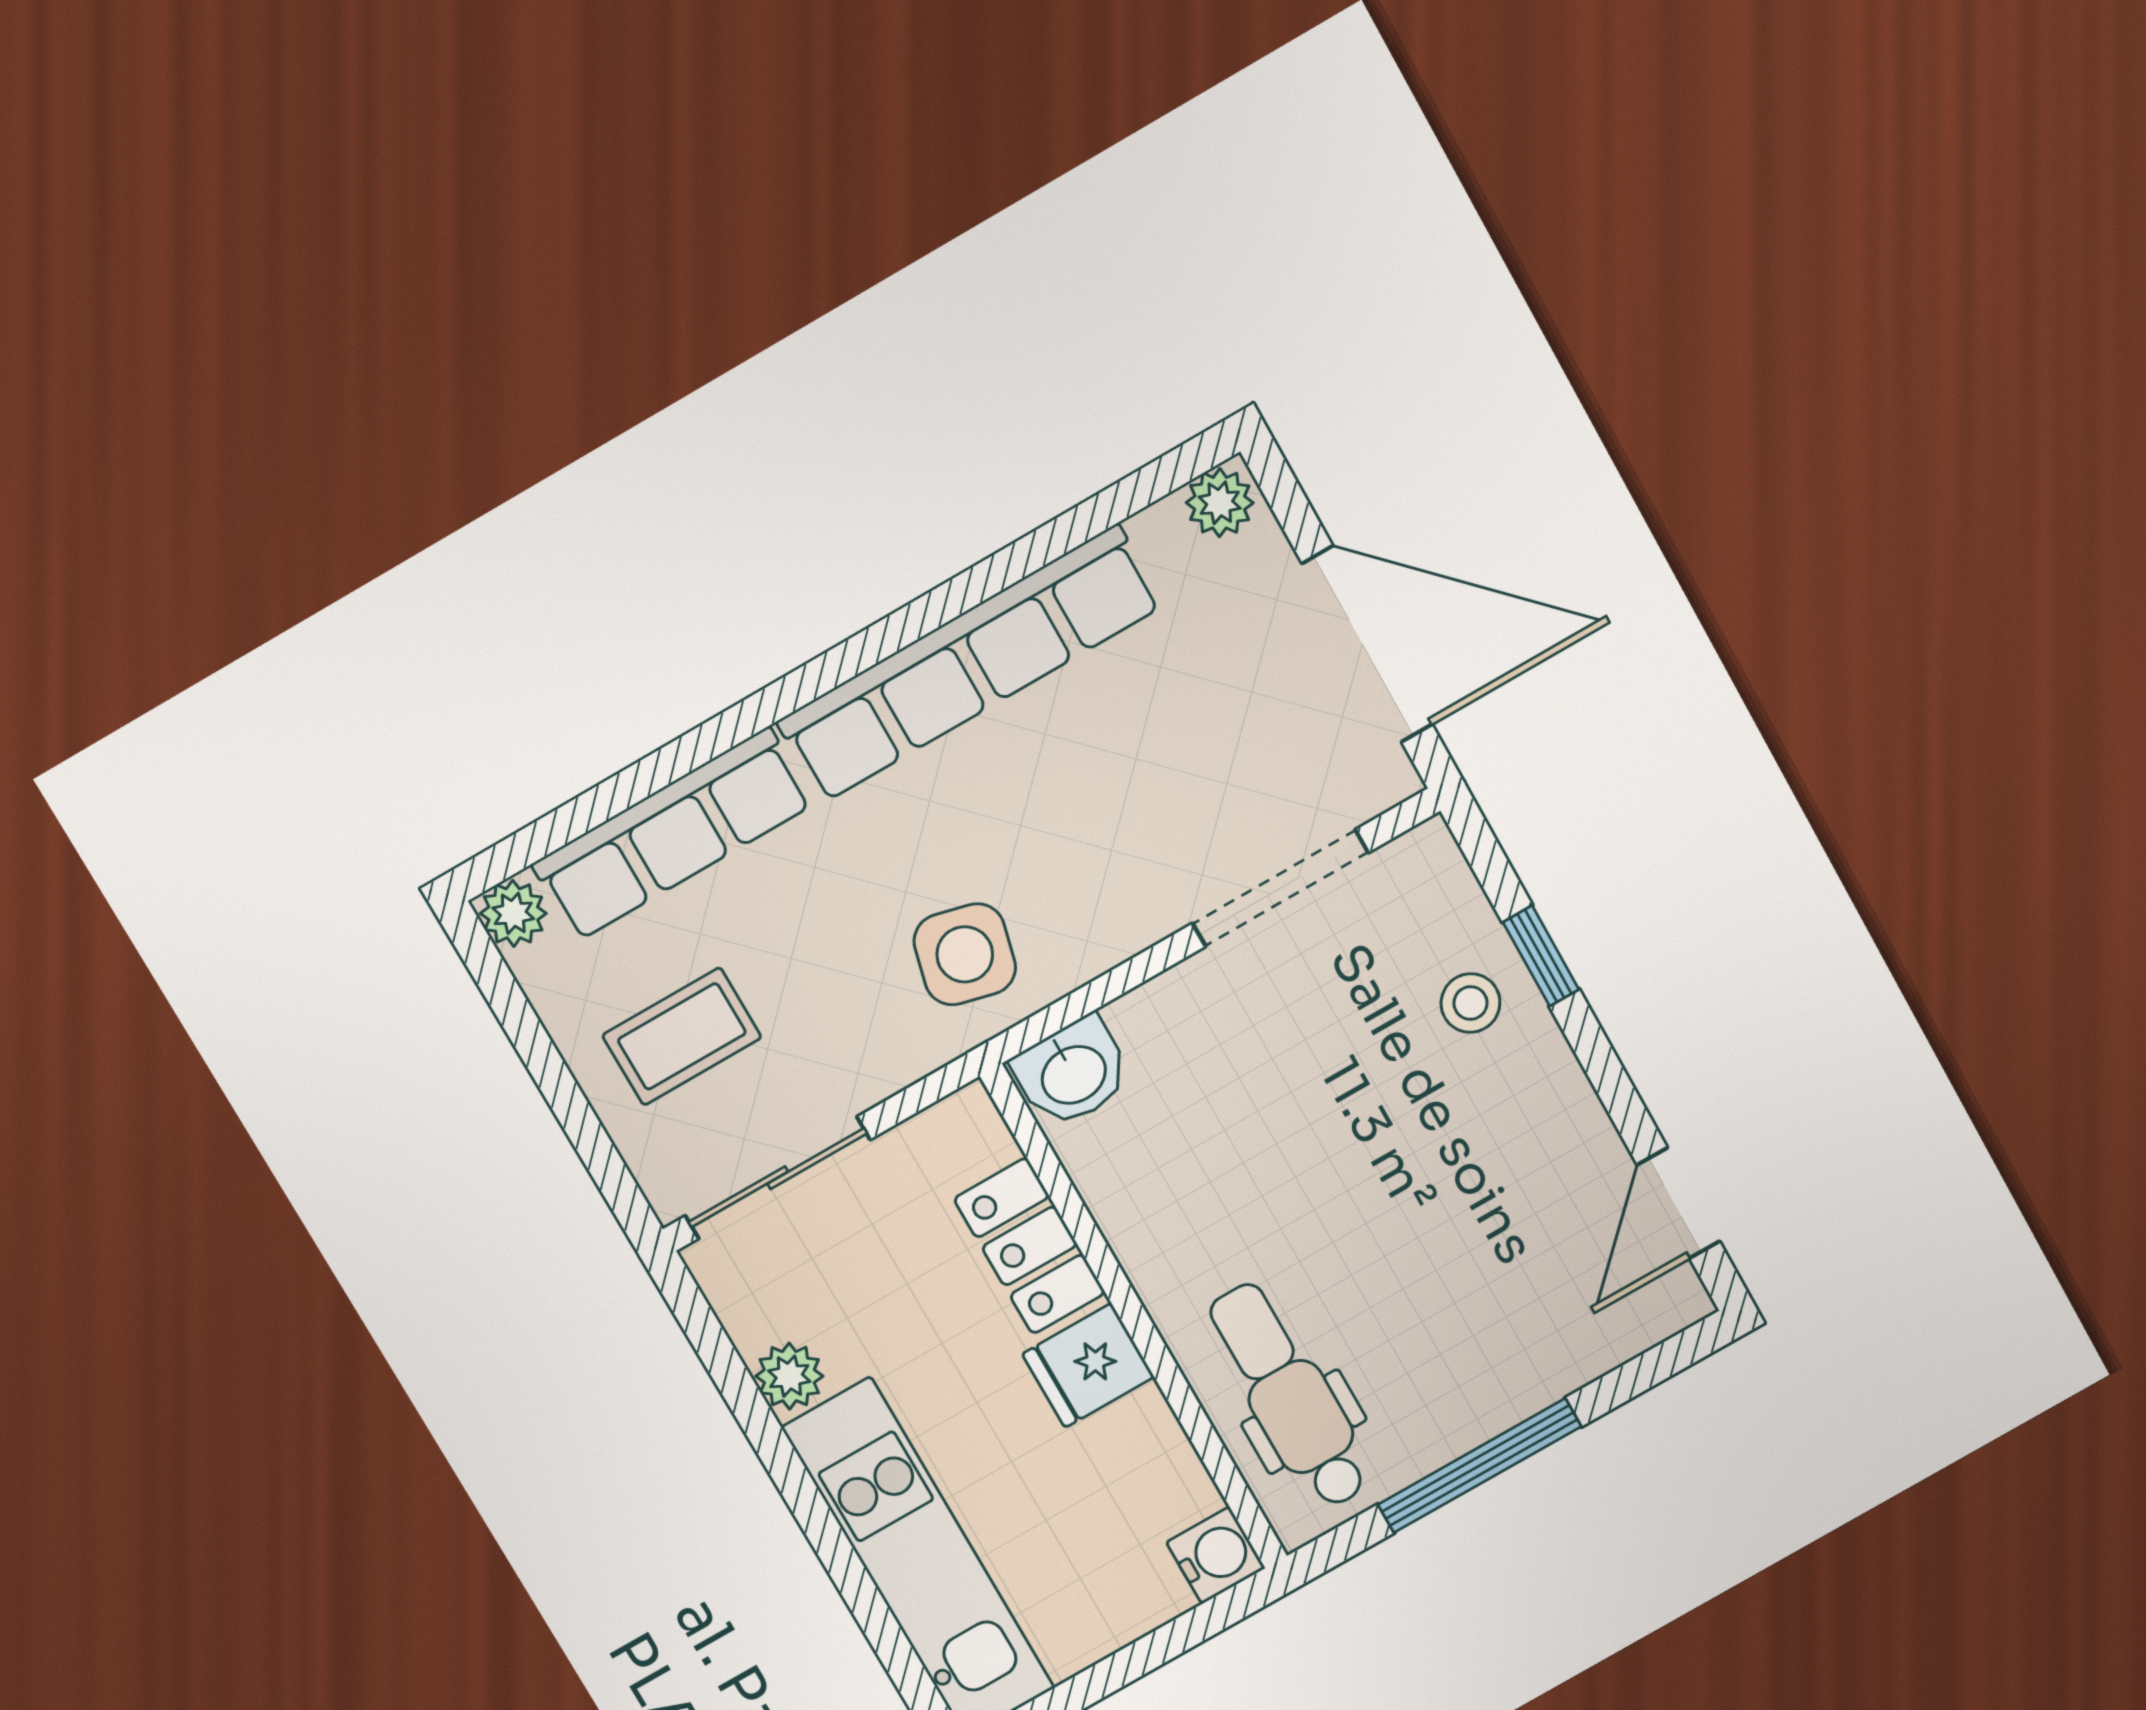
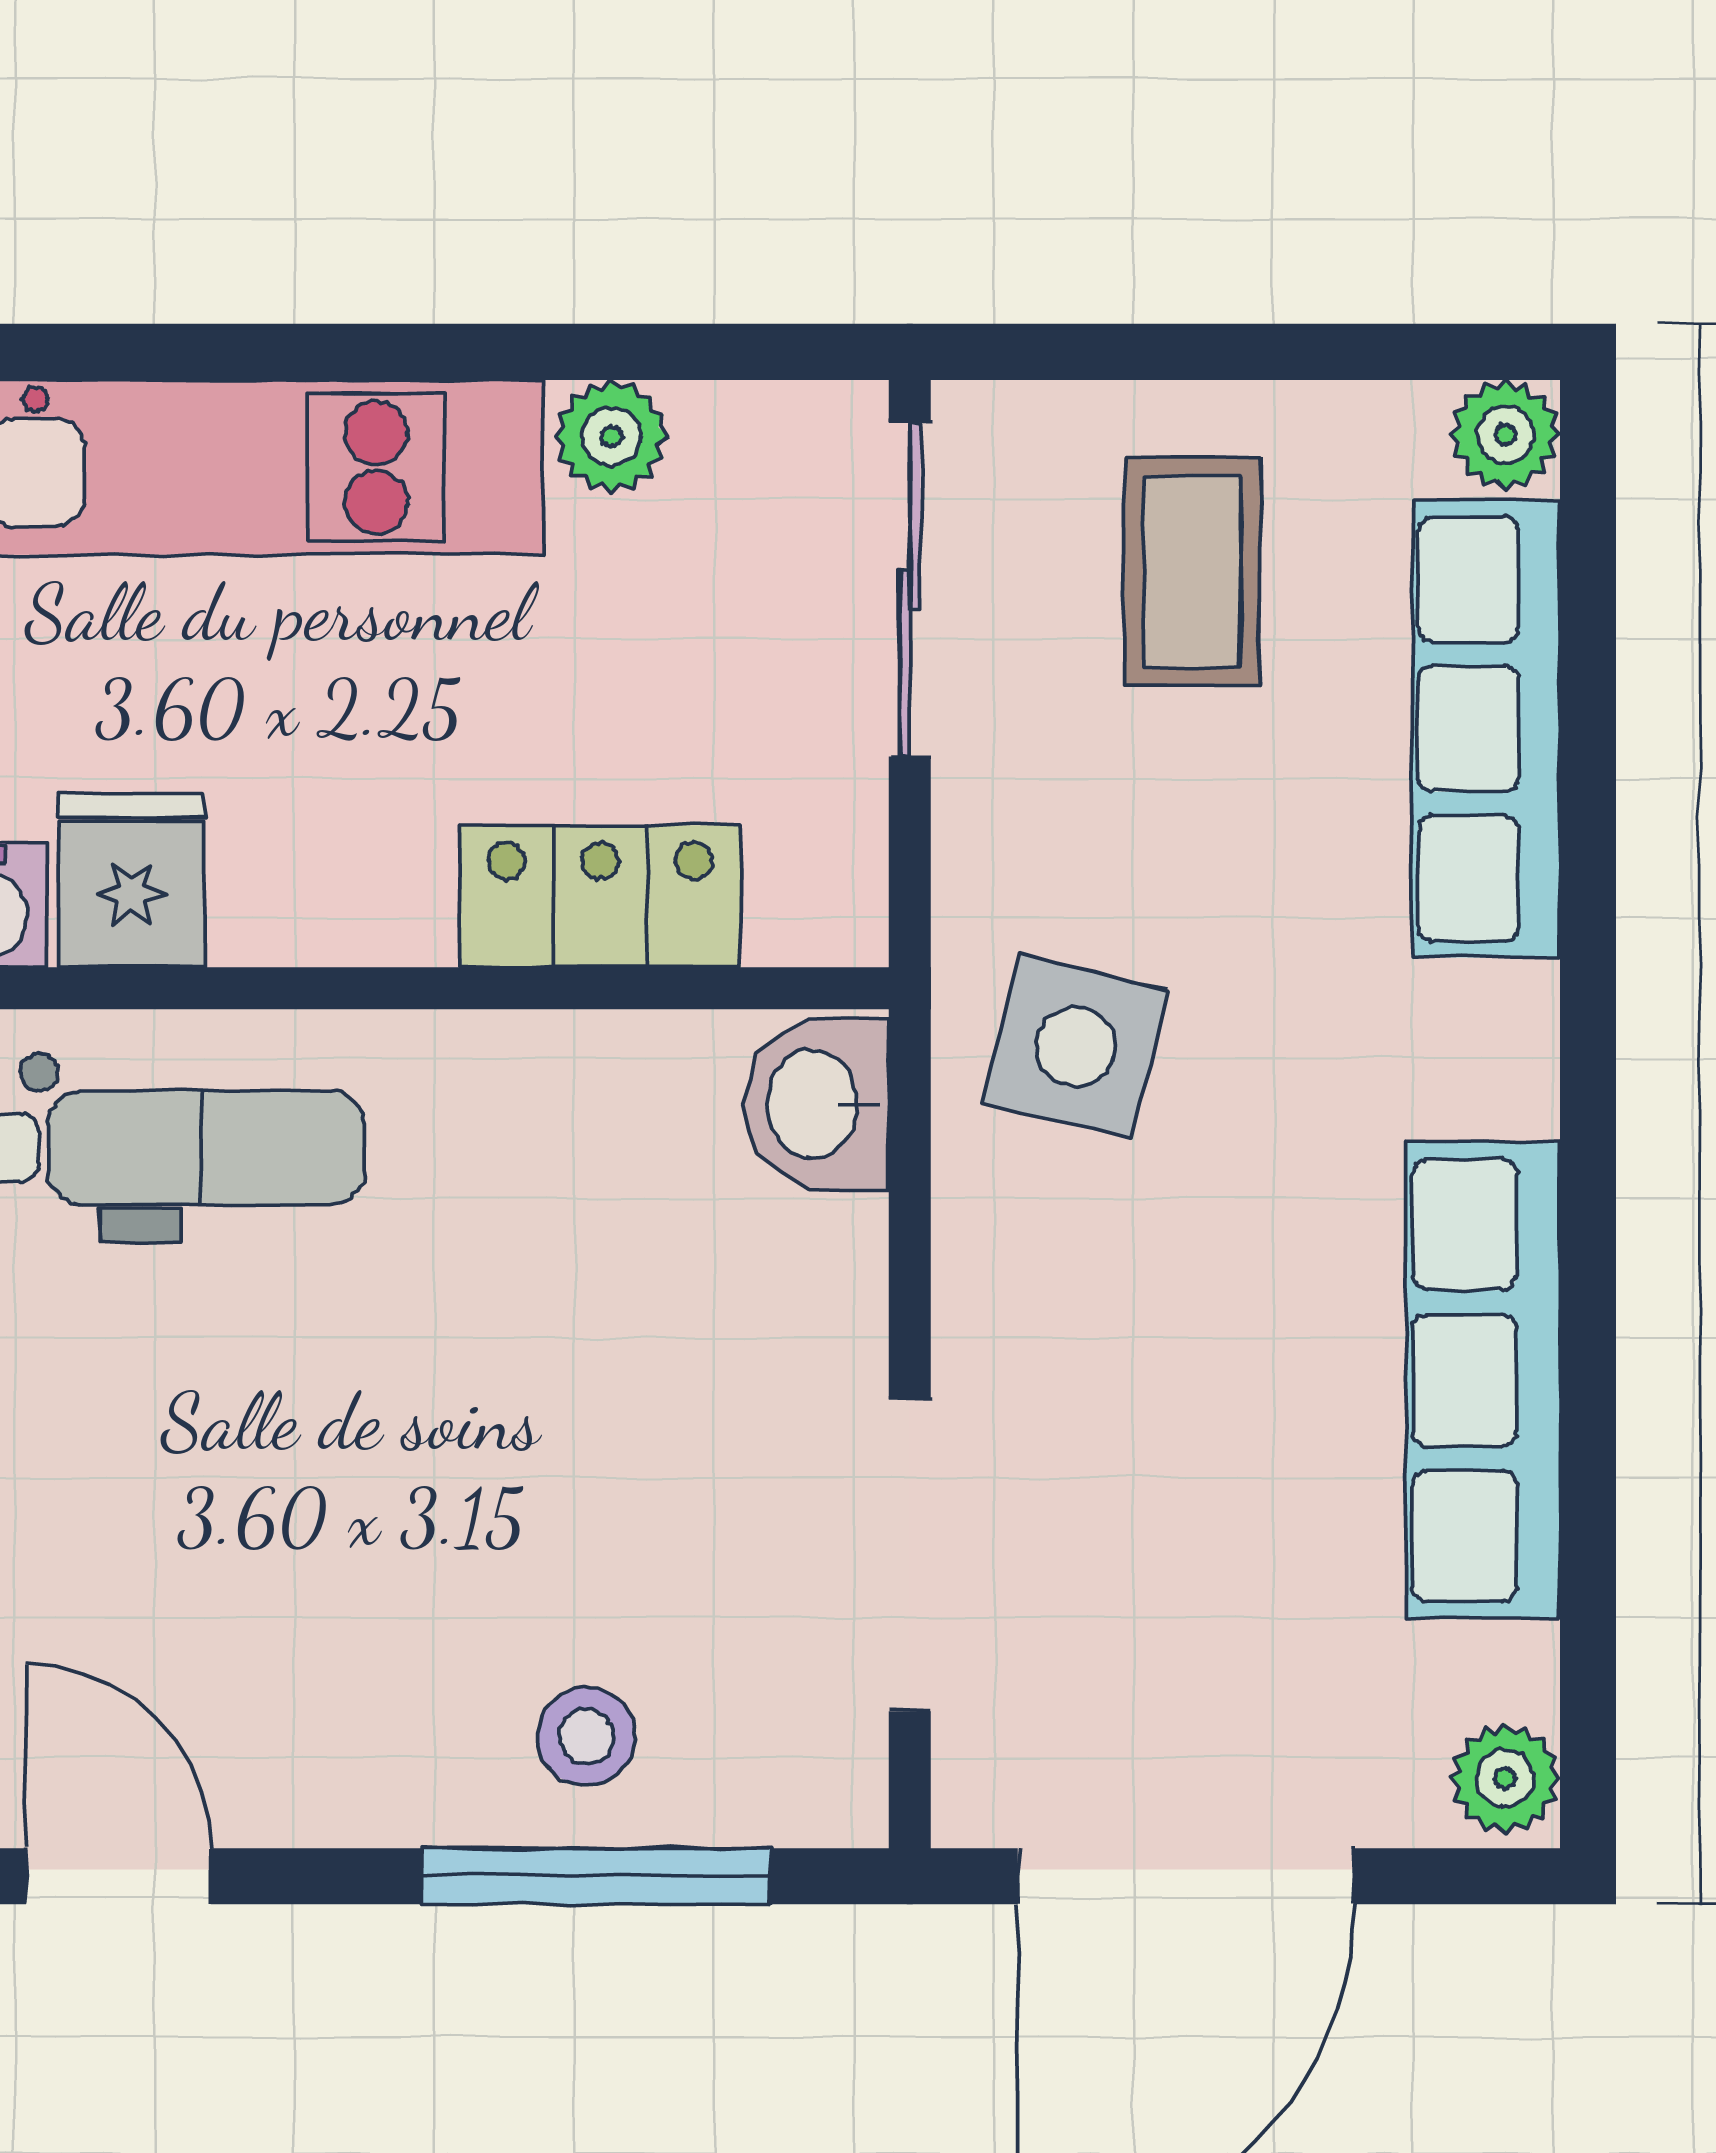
row of seats: (970, 664) -> (1483, 1380), width x0.73
window: (1541, 956) -> (596, 1876), width x2.17
fridge: (1088, 1365) -> (132, 880), moved

